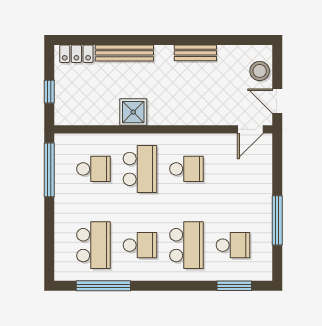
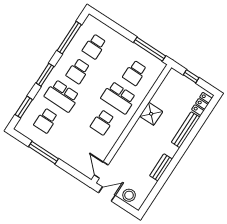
school desk: (94, 245) -> (94, 46), width x0.54
window: (173, 286) -> (45, 75), added

